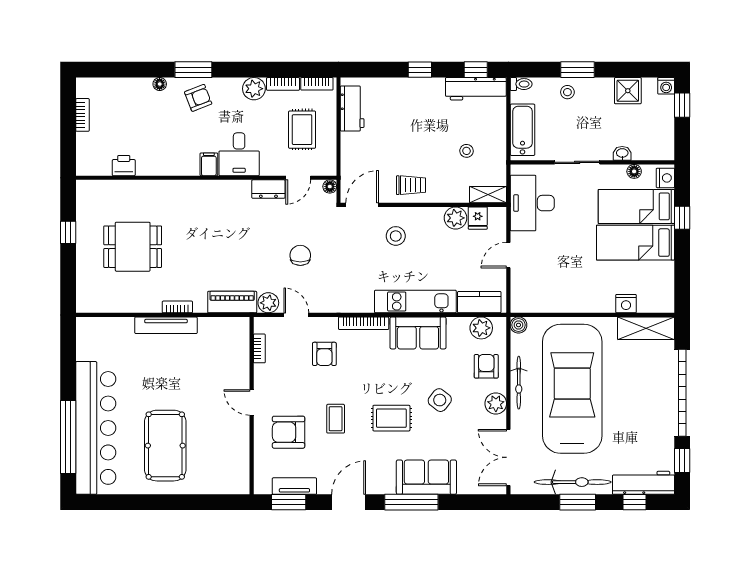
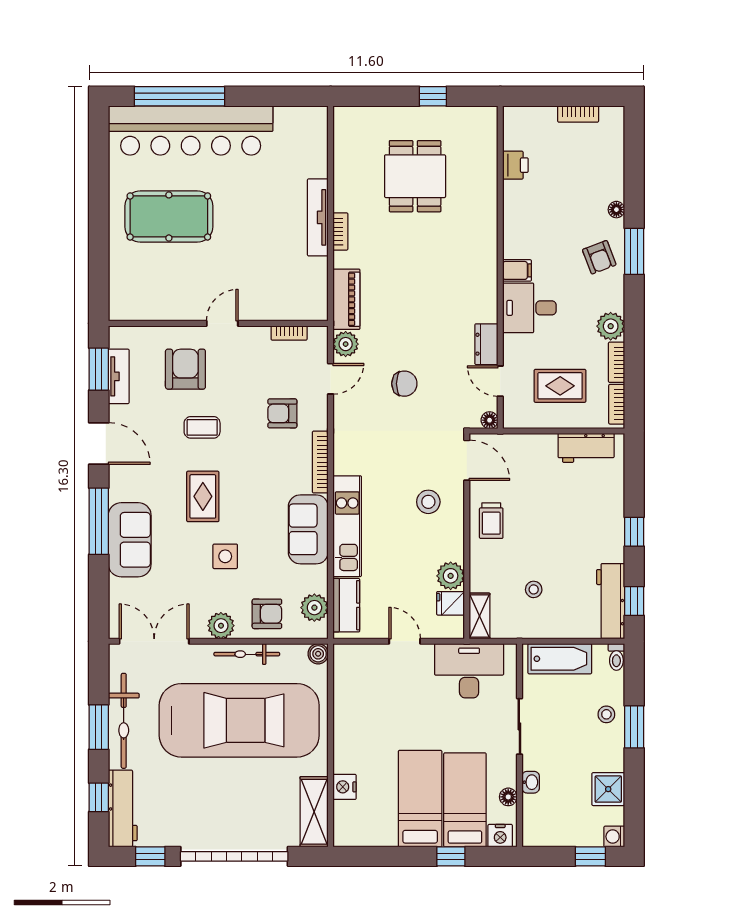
side table: (440, 400) -> (225, 556), turned -38

